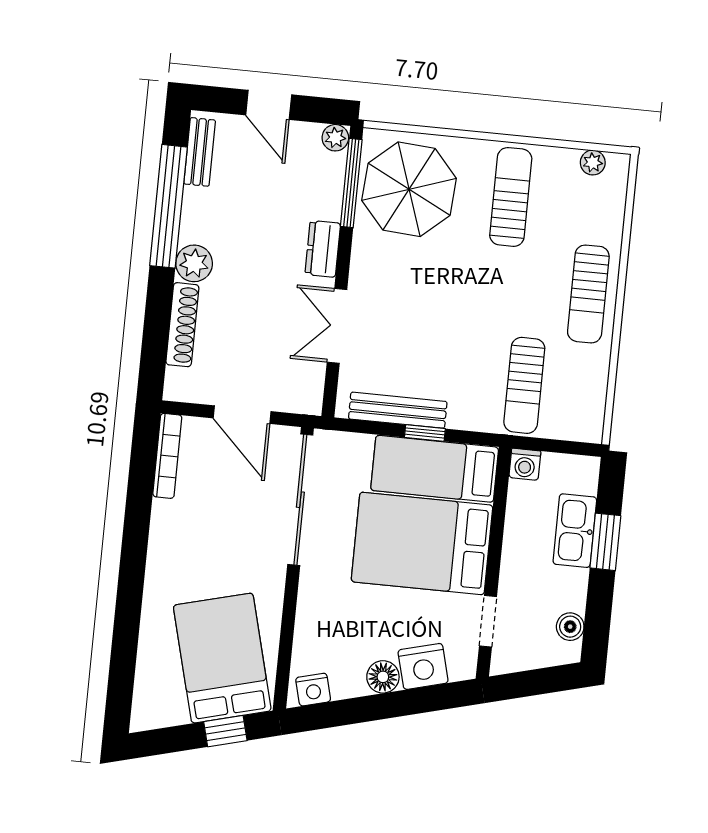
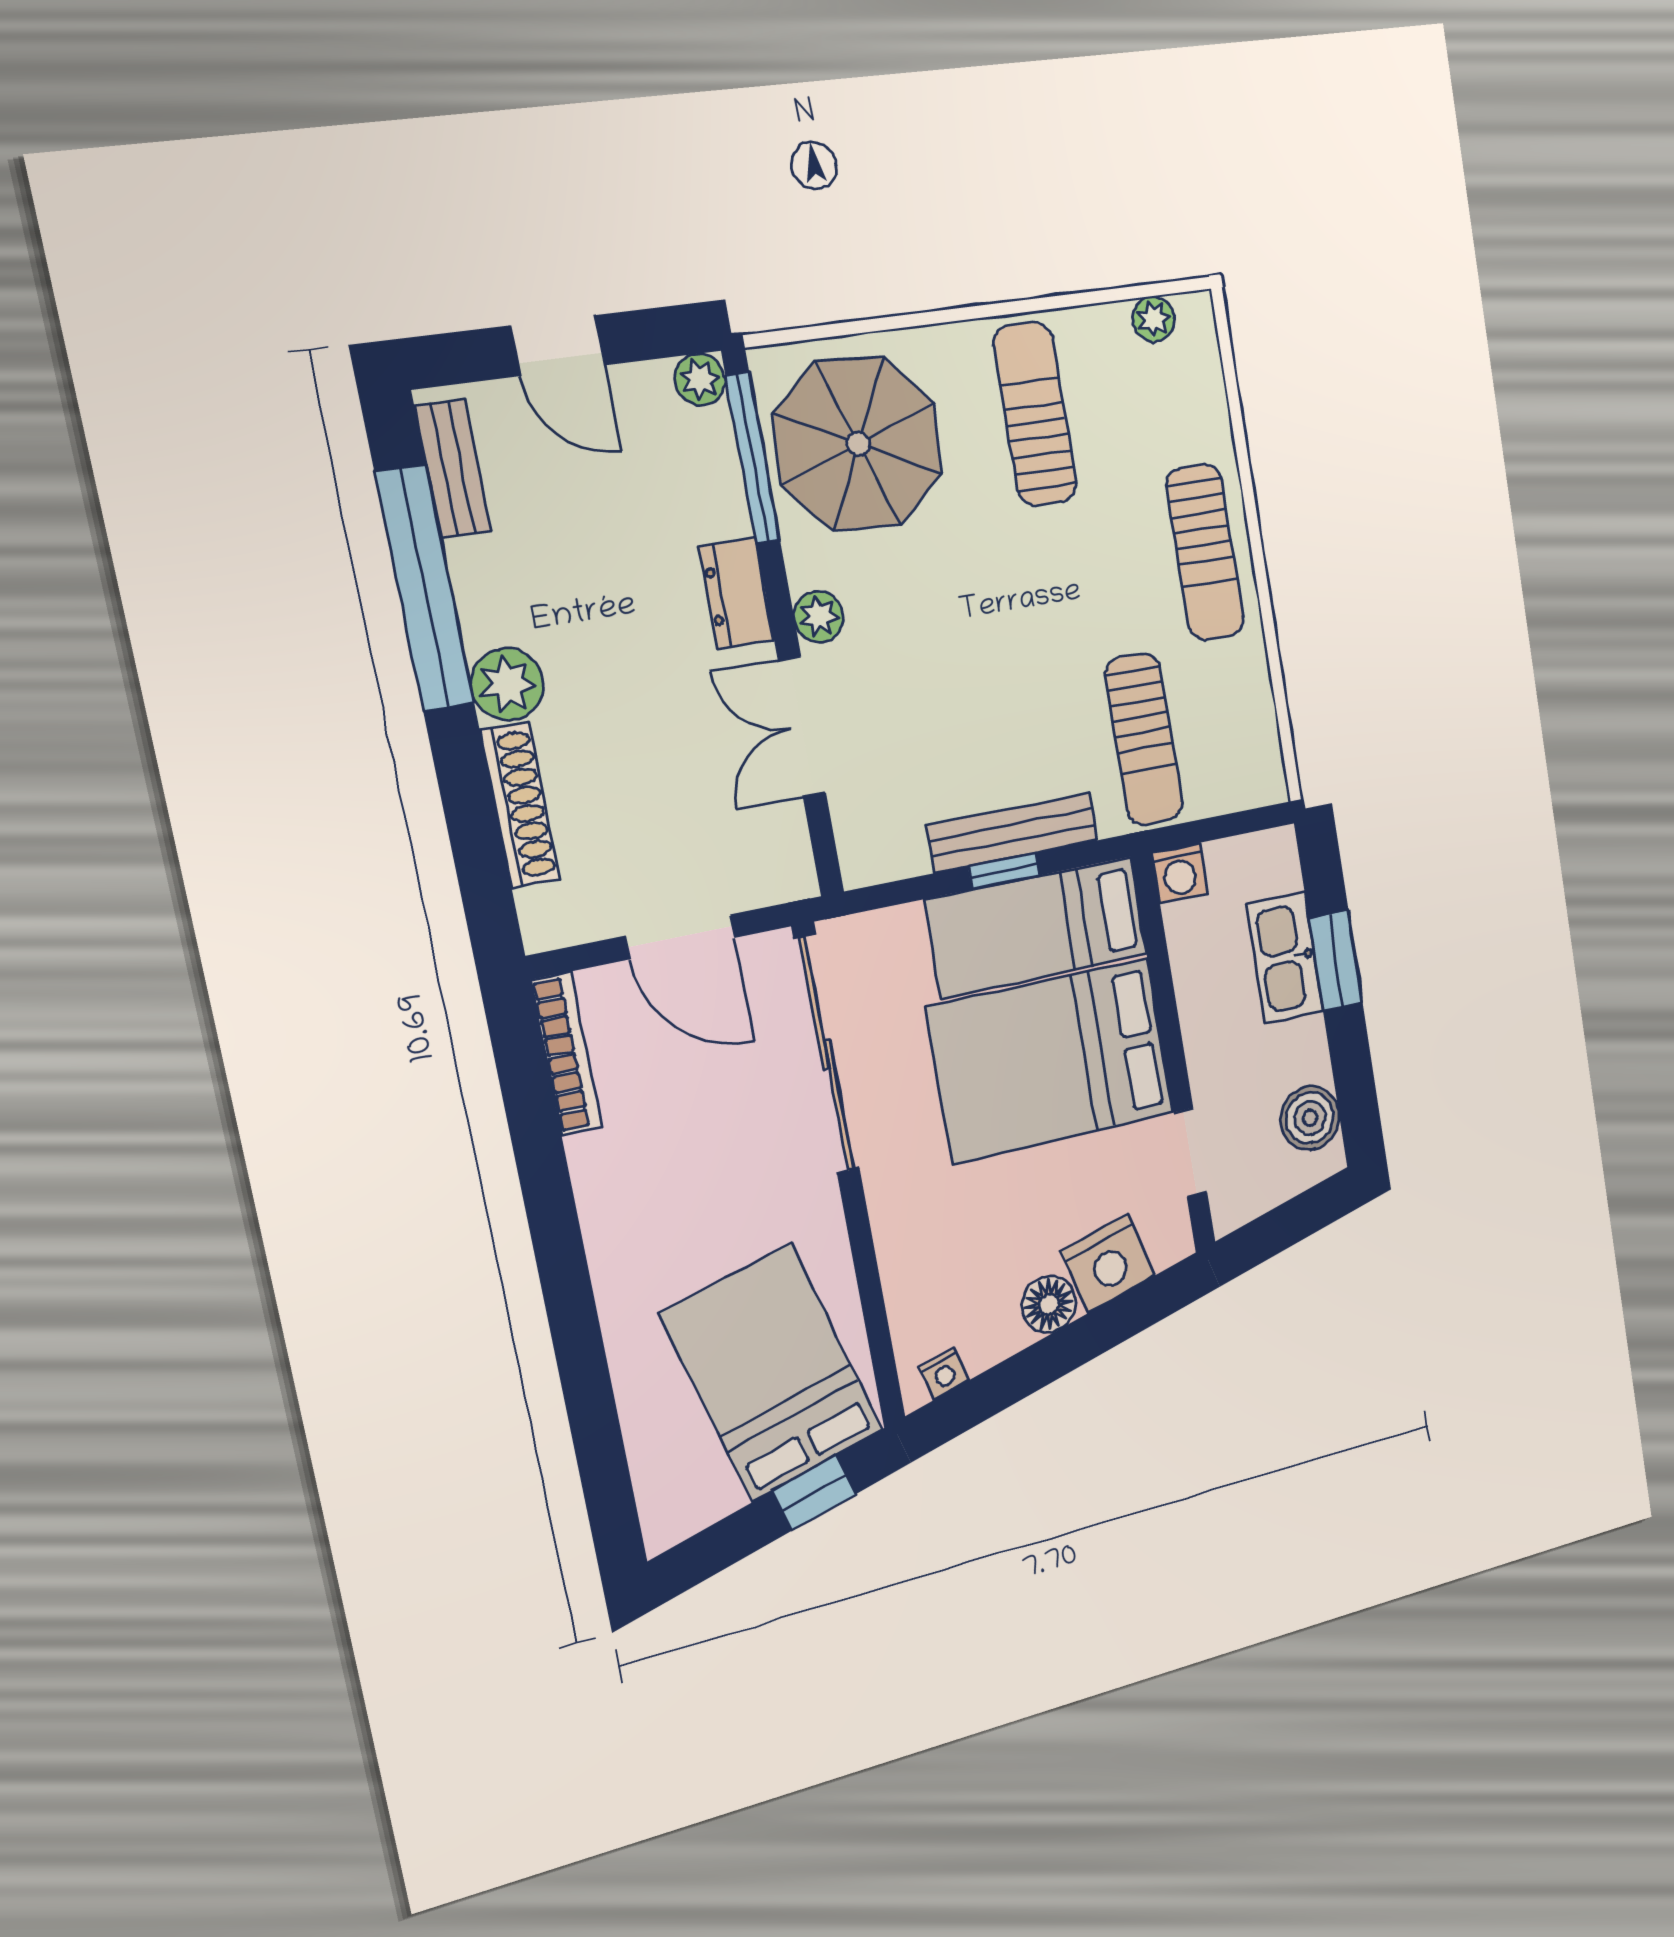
plant: (362, 272) -> (819, 616), added
bench: (398, 410) -> (1013, 833), moved
boiler: (570, 627) -> (1310, 1118), width x1.36, depth x1.36
nightstand: (313, 690) -> (944, 1374), width x0.72, depth x0.74

